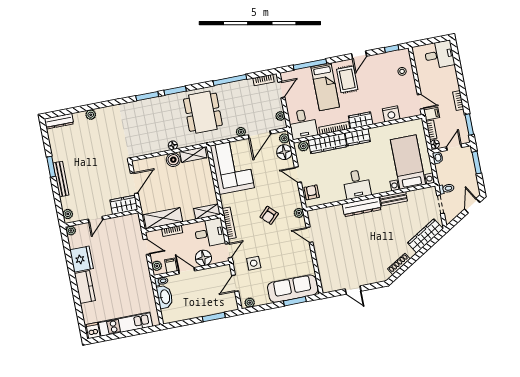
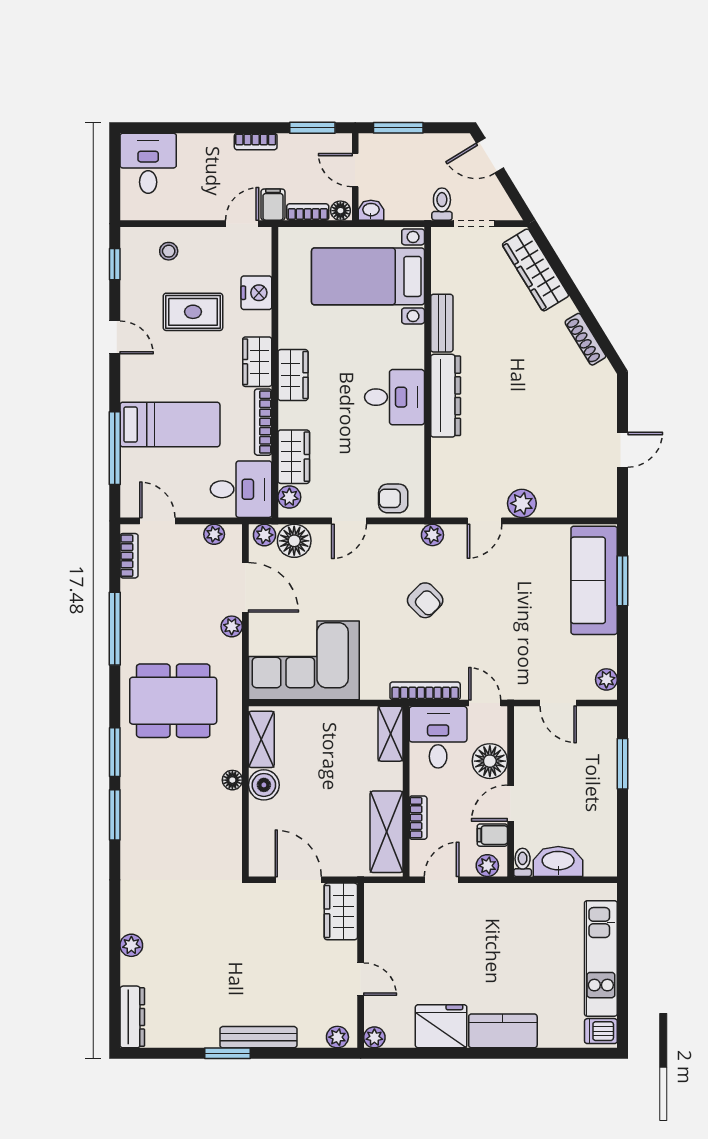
rug: (347, 79) -> (193, 312), moved
wardrobe: (328, 143) -> (294, 457), width x0.67
plant: (321, 250) -> (522, 503), added
side table: (254, 263) -> (522, 654), removed

